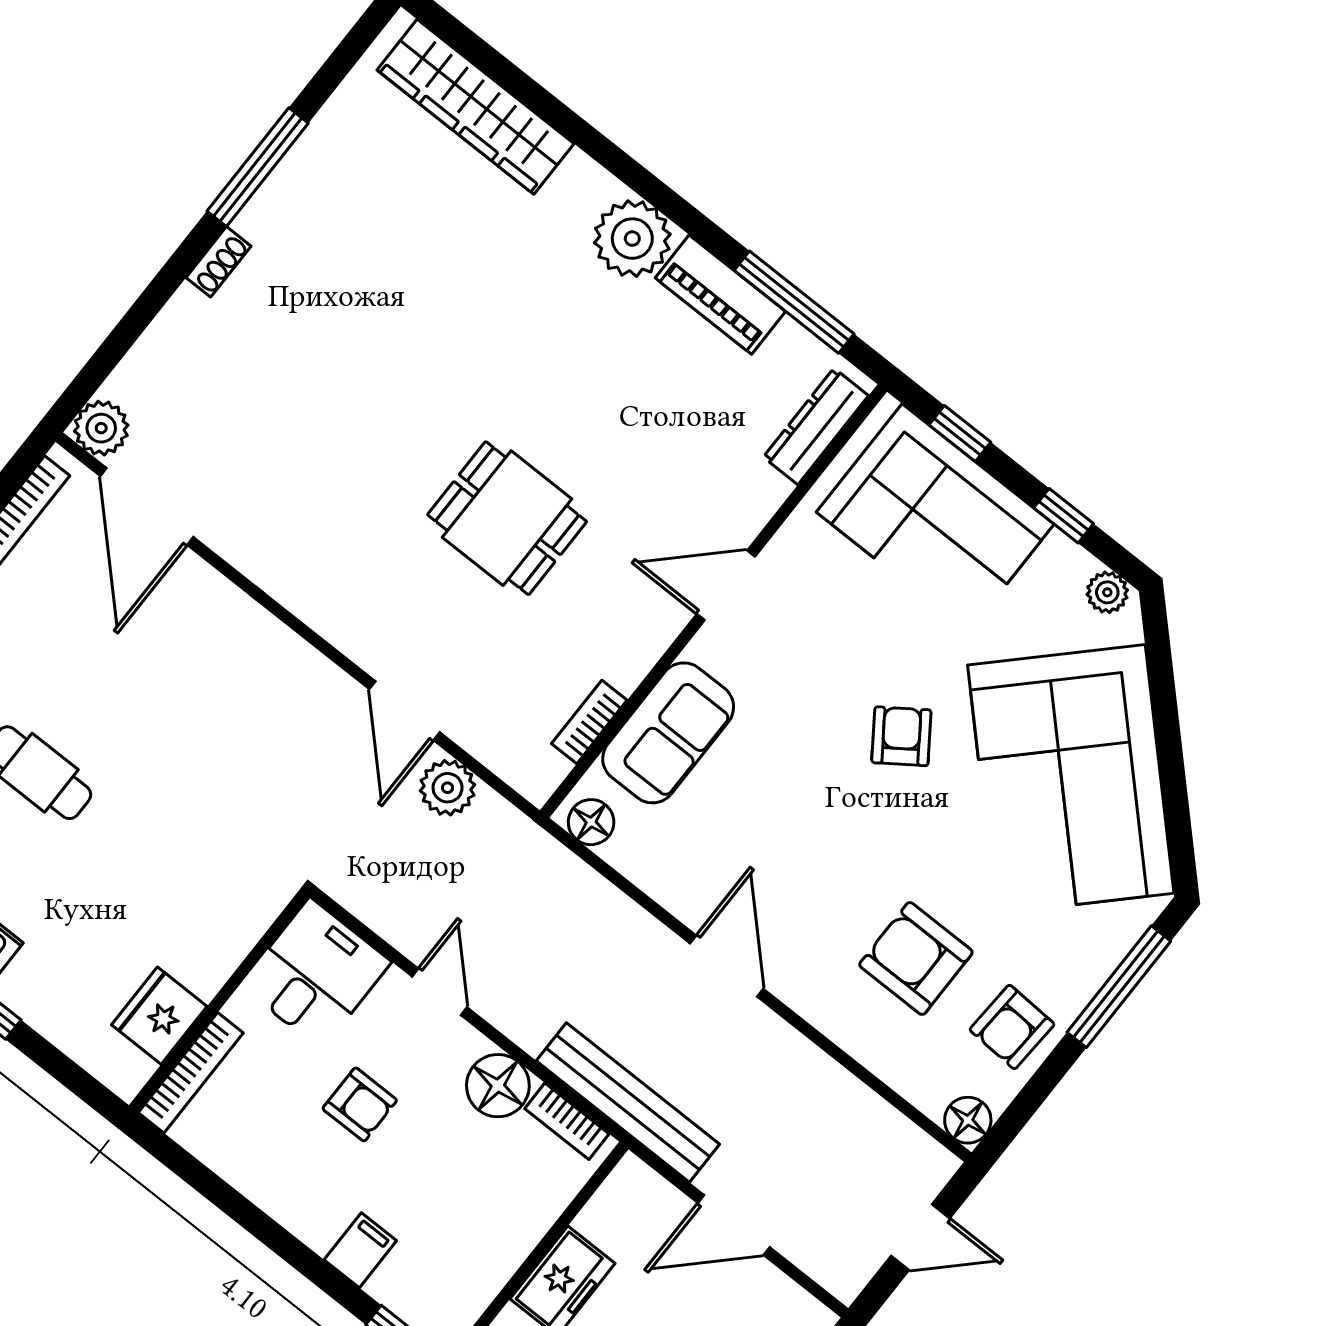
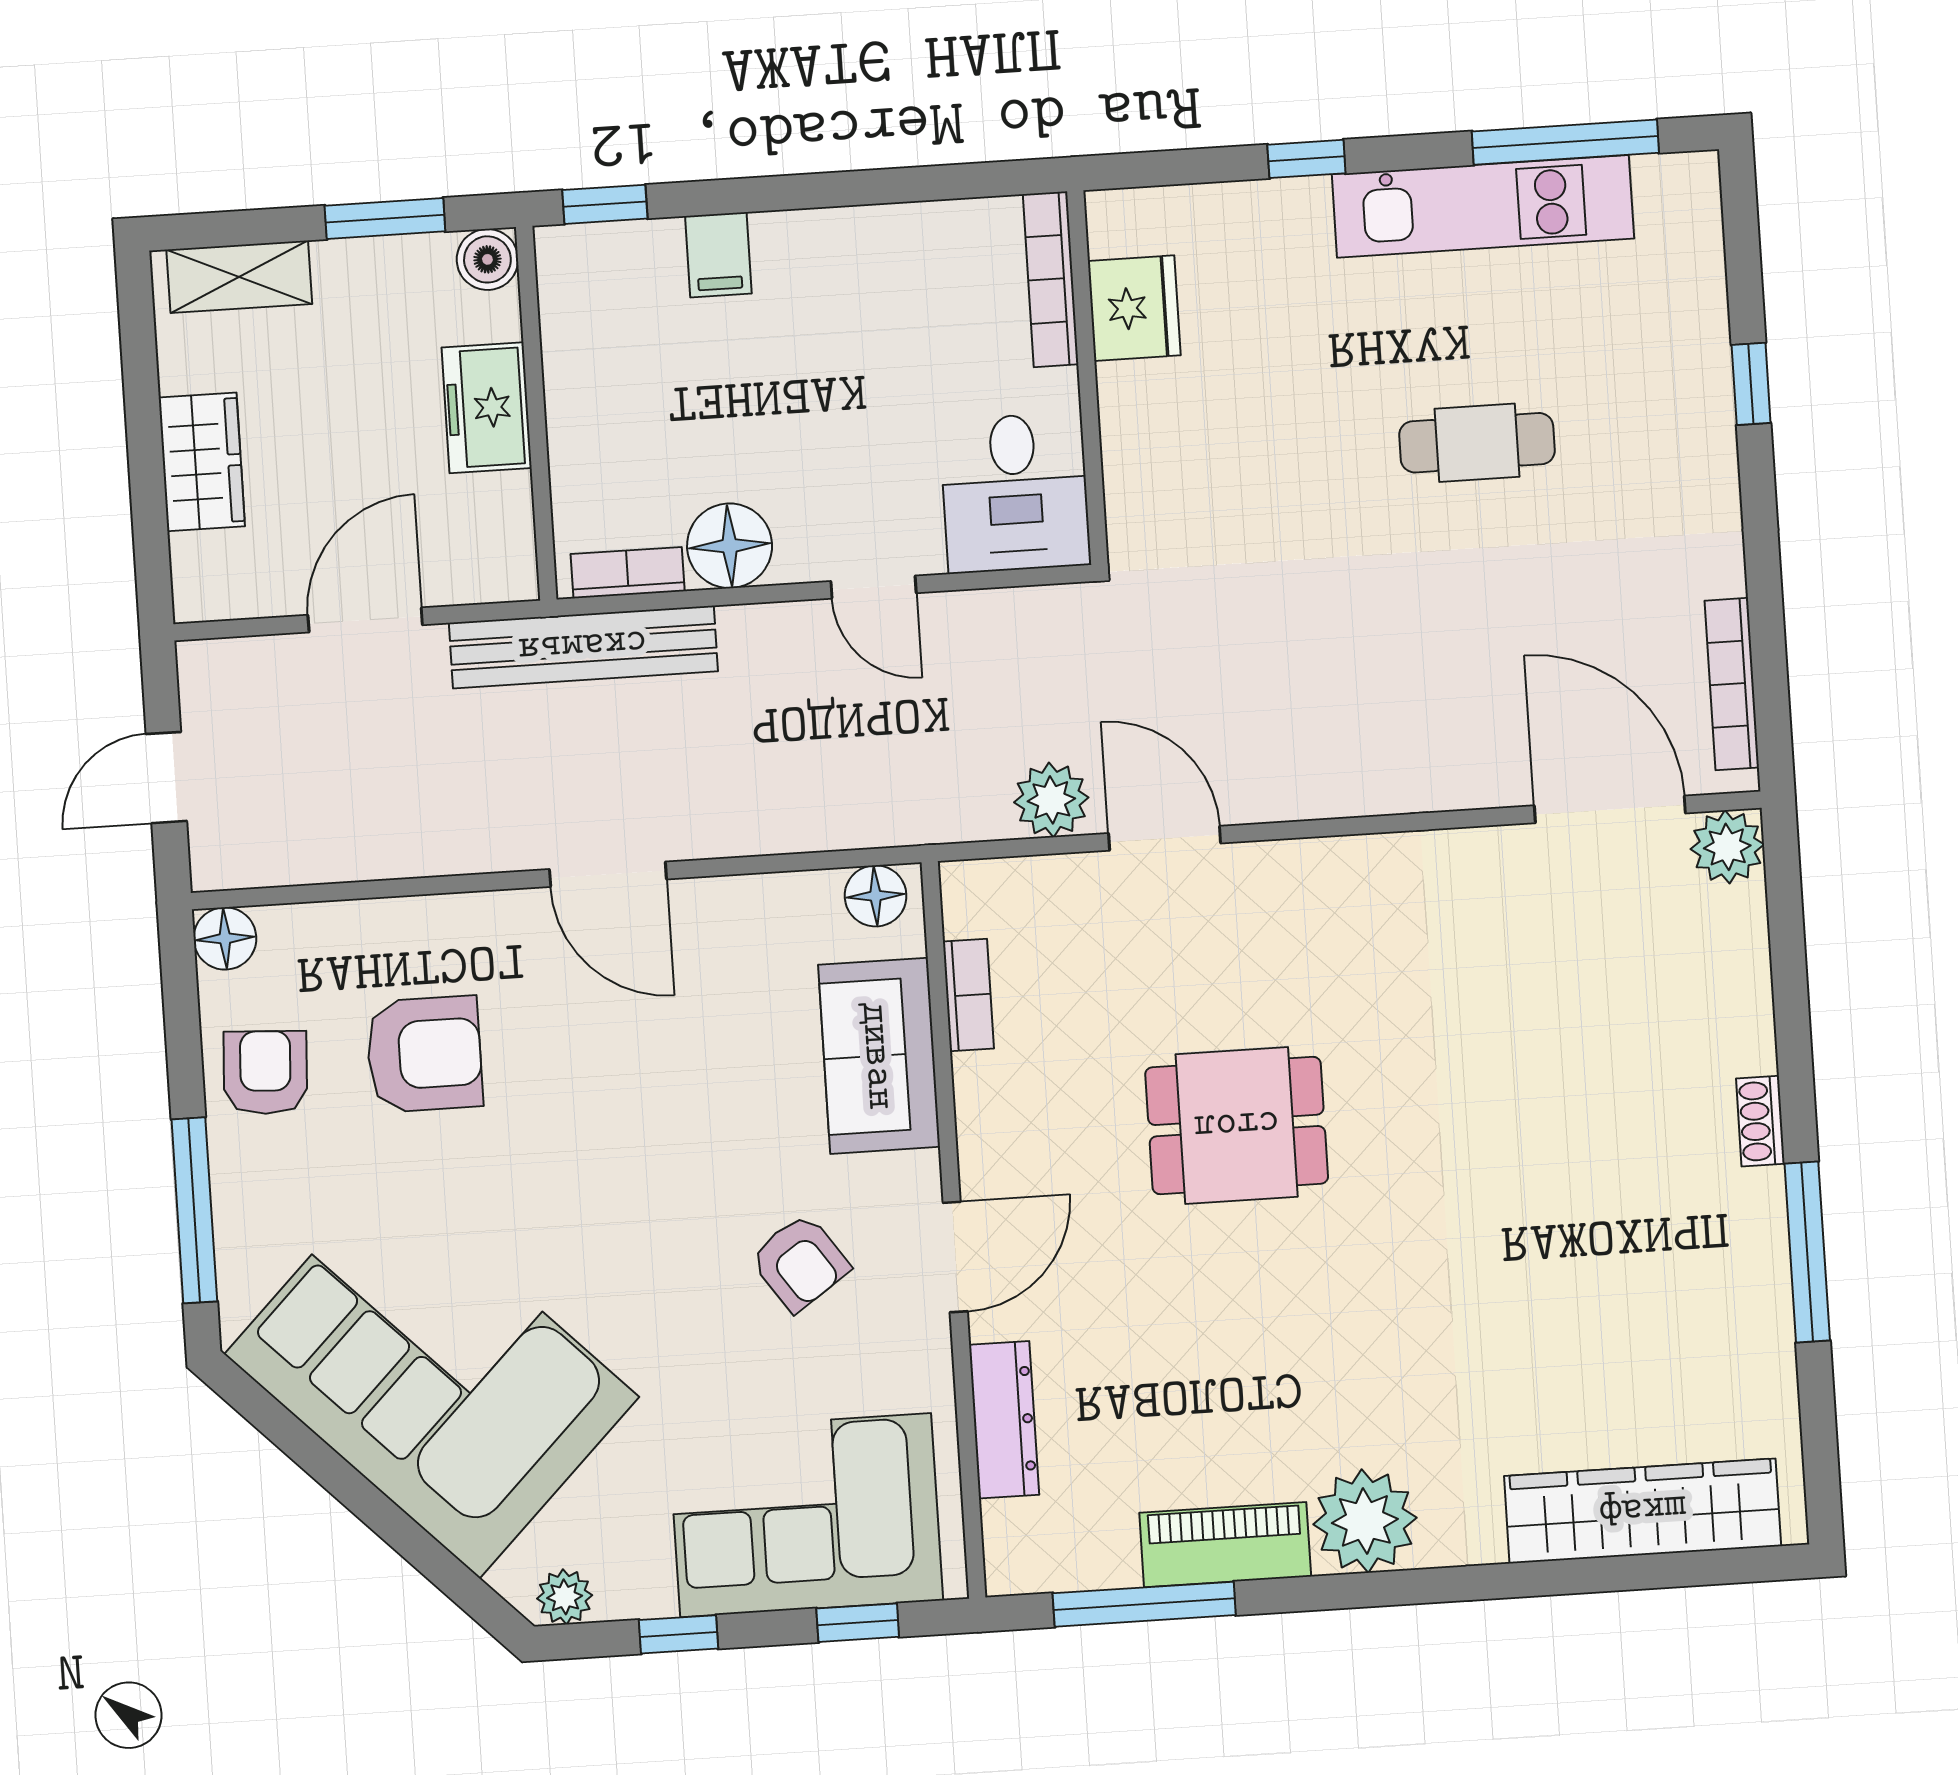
dresser: (816, 426) -> (1004, 1420), moved
armchair: (901, 736) -> (800, 1263), moved
armchair: (360, 1104) -> (852, 401), removed

